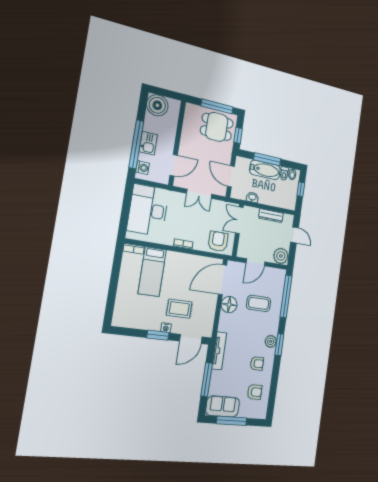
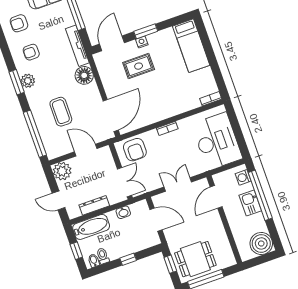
window: (267, 159) -> (128, 259), width x0.46
bathtub: (265, 170) -> (91, 227), moved, turned 180
door: (255, 262) -> (86, 150), hinge flipped
bed: (152, 272) -> (191, 46), moved, turned 180
coffee table: (259, 303) -> (61, 112), turned 90
floor lamp: (229, 305) -> (84, 75), moved

